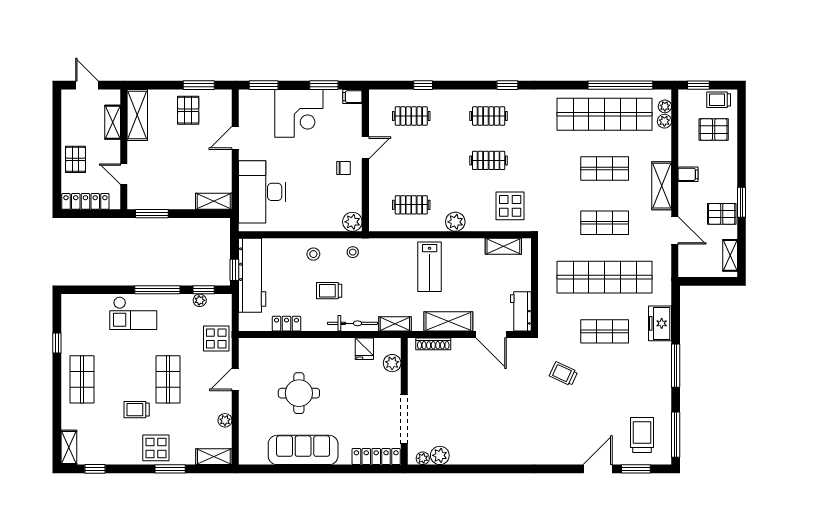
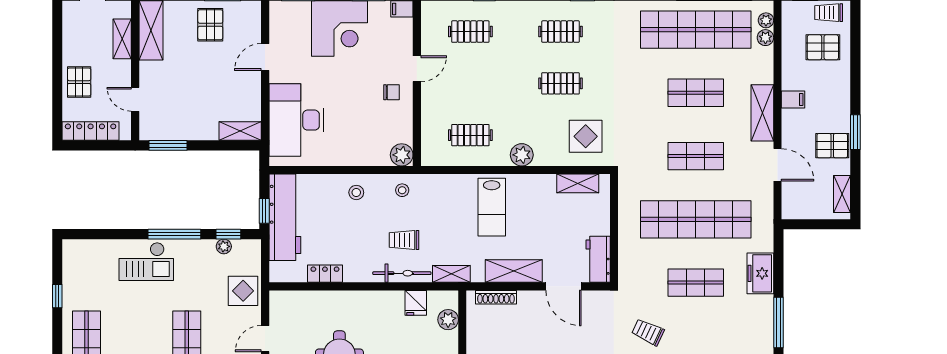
trolley: (329, 291) -> (404, 240), moved

